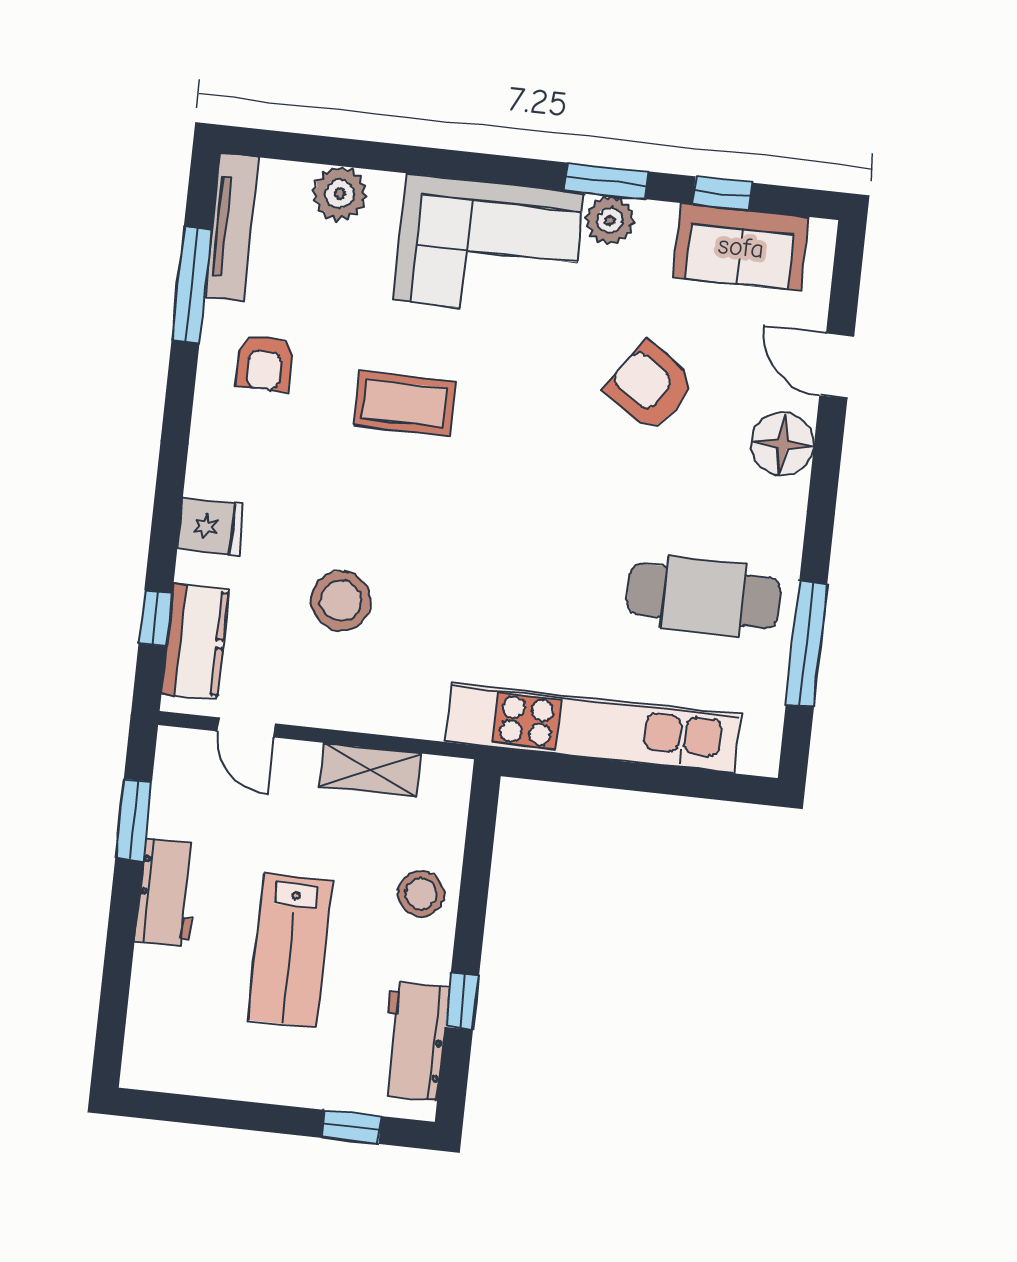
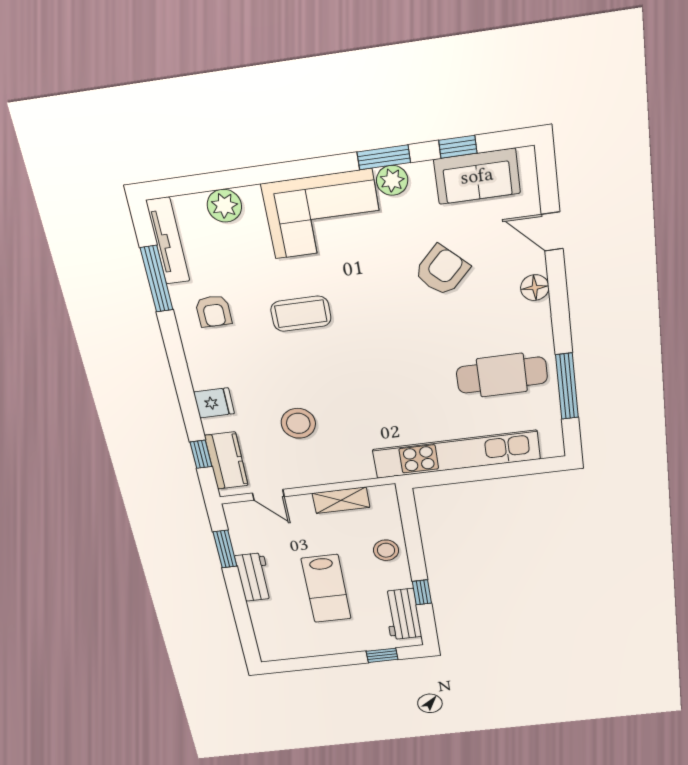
armchair: (650, 387) -> (442, 270), turned 99
floor lamp: (782, 444) -> (535, 288), width x0.73, depth x0.73

